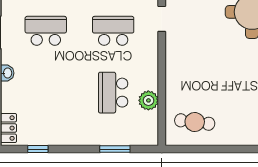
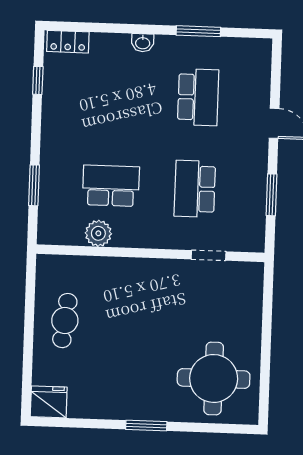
school desk: (113, 31) -> (195, 189), turned 180
cafe table: (195, 122) -> (65, 321), moved

